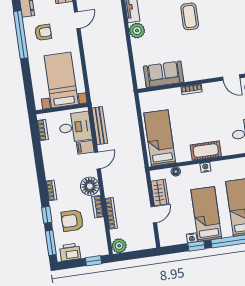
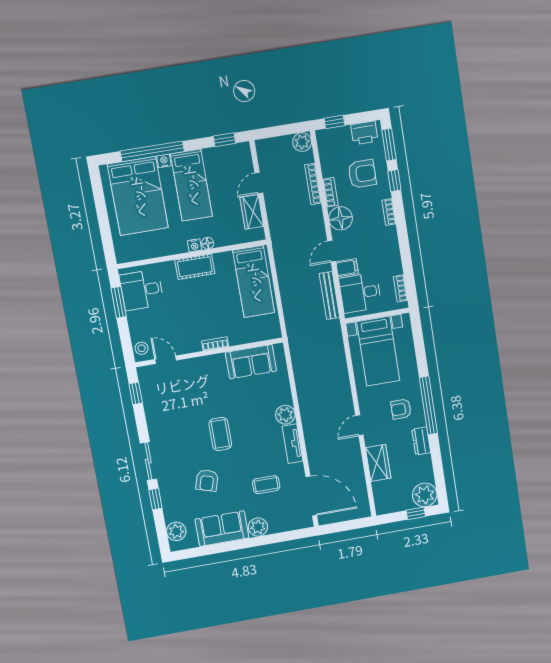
floor lamp: (176, 172) -> (208, 243), moved
nightstand: (192, 238) -> (164, 161), moved
window: (196, 246) -> (224, 140), moved

